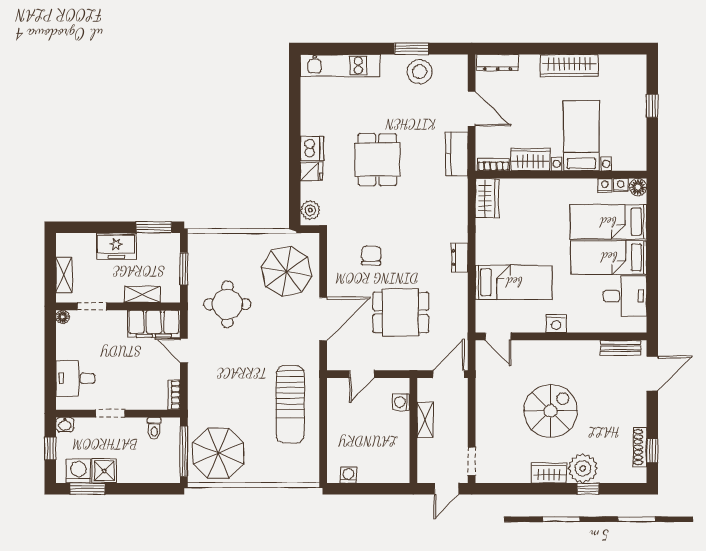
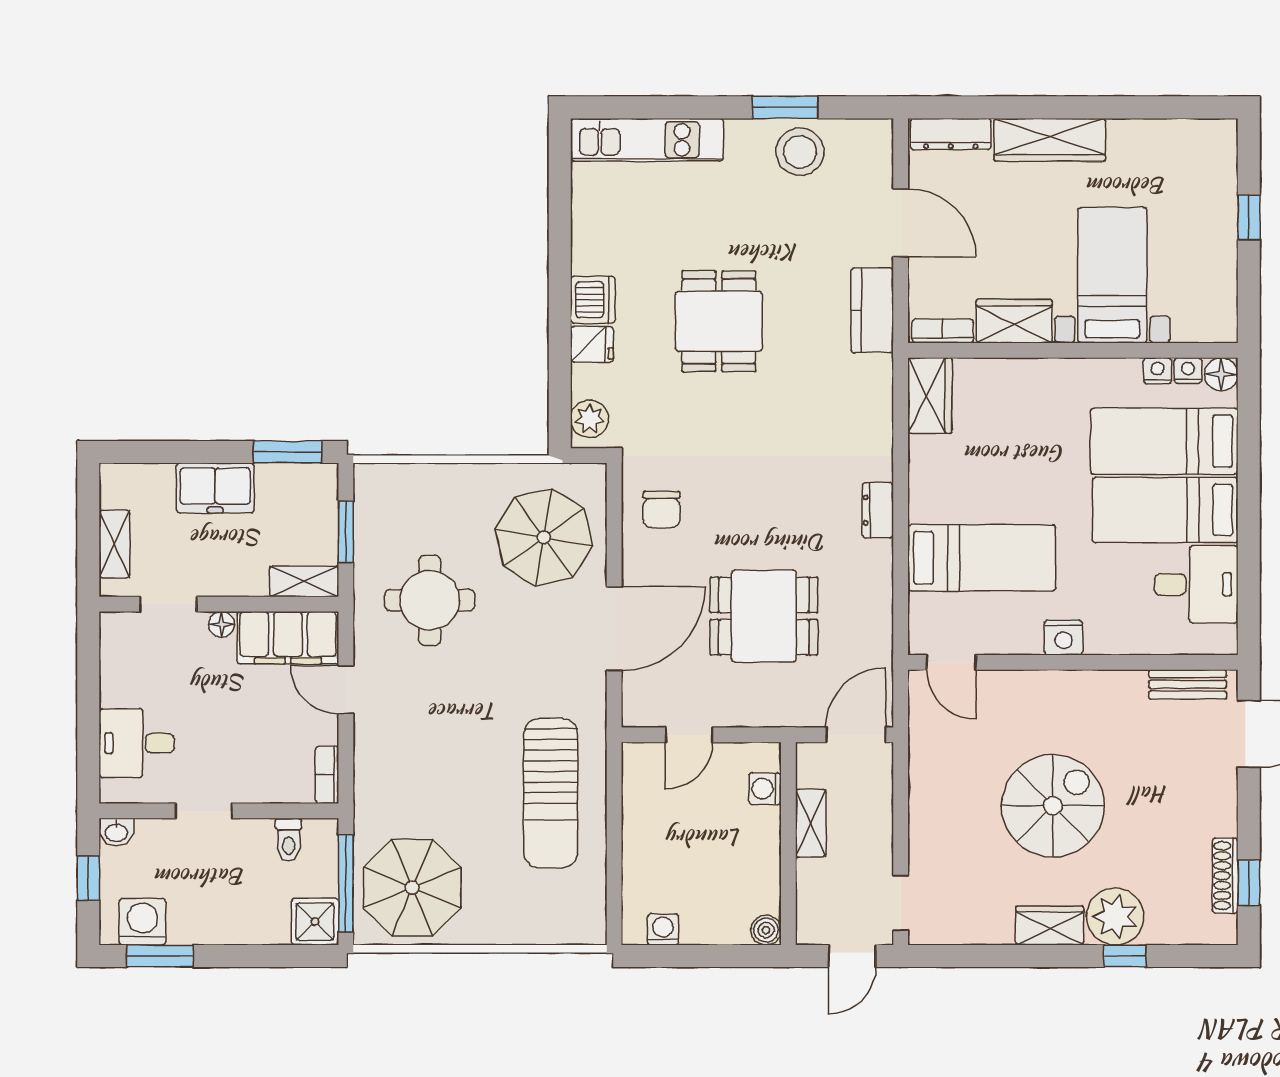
wardrobe: (569, 65) -> (1050, 140), moved
chair: (371, 255) -> (661, 509), moved, turned 180
shelving: (142, 295) -> (304, 581), moved
floor lamp: (63, 317) -> (222, 624), moved
shower: (104, 471) -> (315, 922), moved
boiler: (402, 475) -> (766, 930), added

